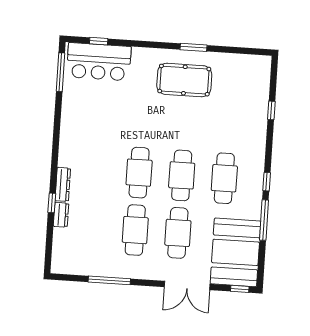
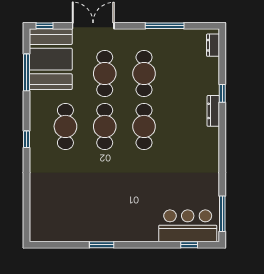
pool table: (184, 80) -> (108, 214), removed
window: (271, 110) -> (26, 192), removed
window: (267, 182) -> (26, 139), moved
dresser: (61, 215) -> (213, 45), moved
window: (264, 220) -> (26, 72), moved

